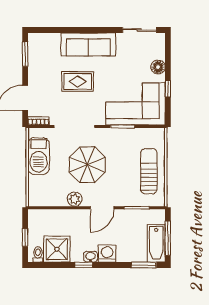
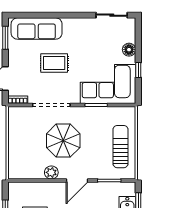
sofa: (88, 44) -> (37, 29), moved
barbecue: (39, 156) -> (18, 132), removed

